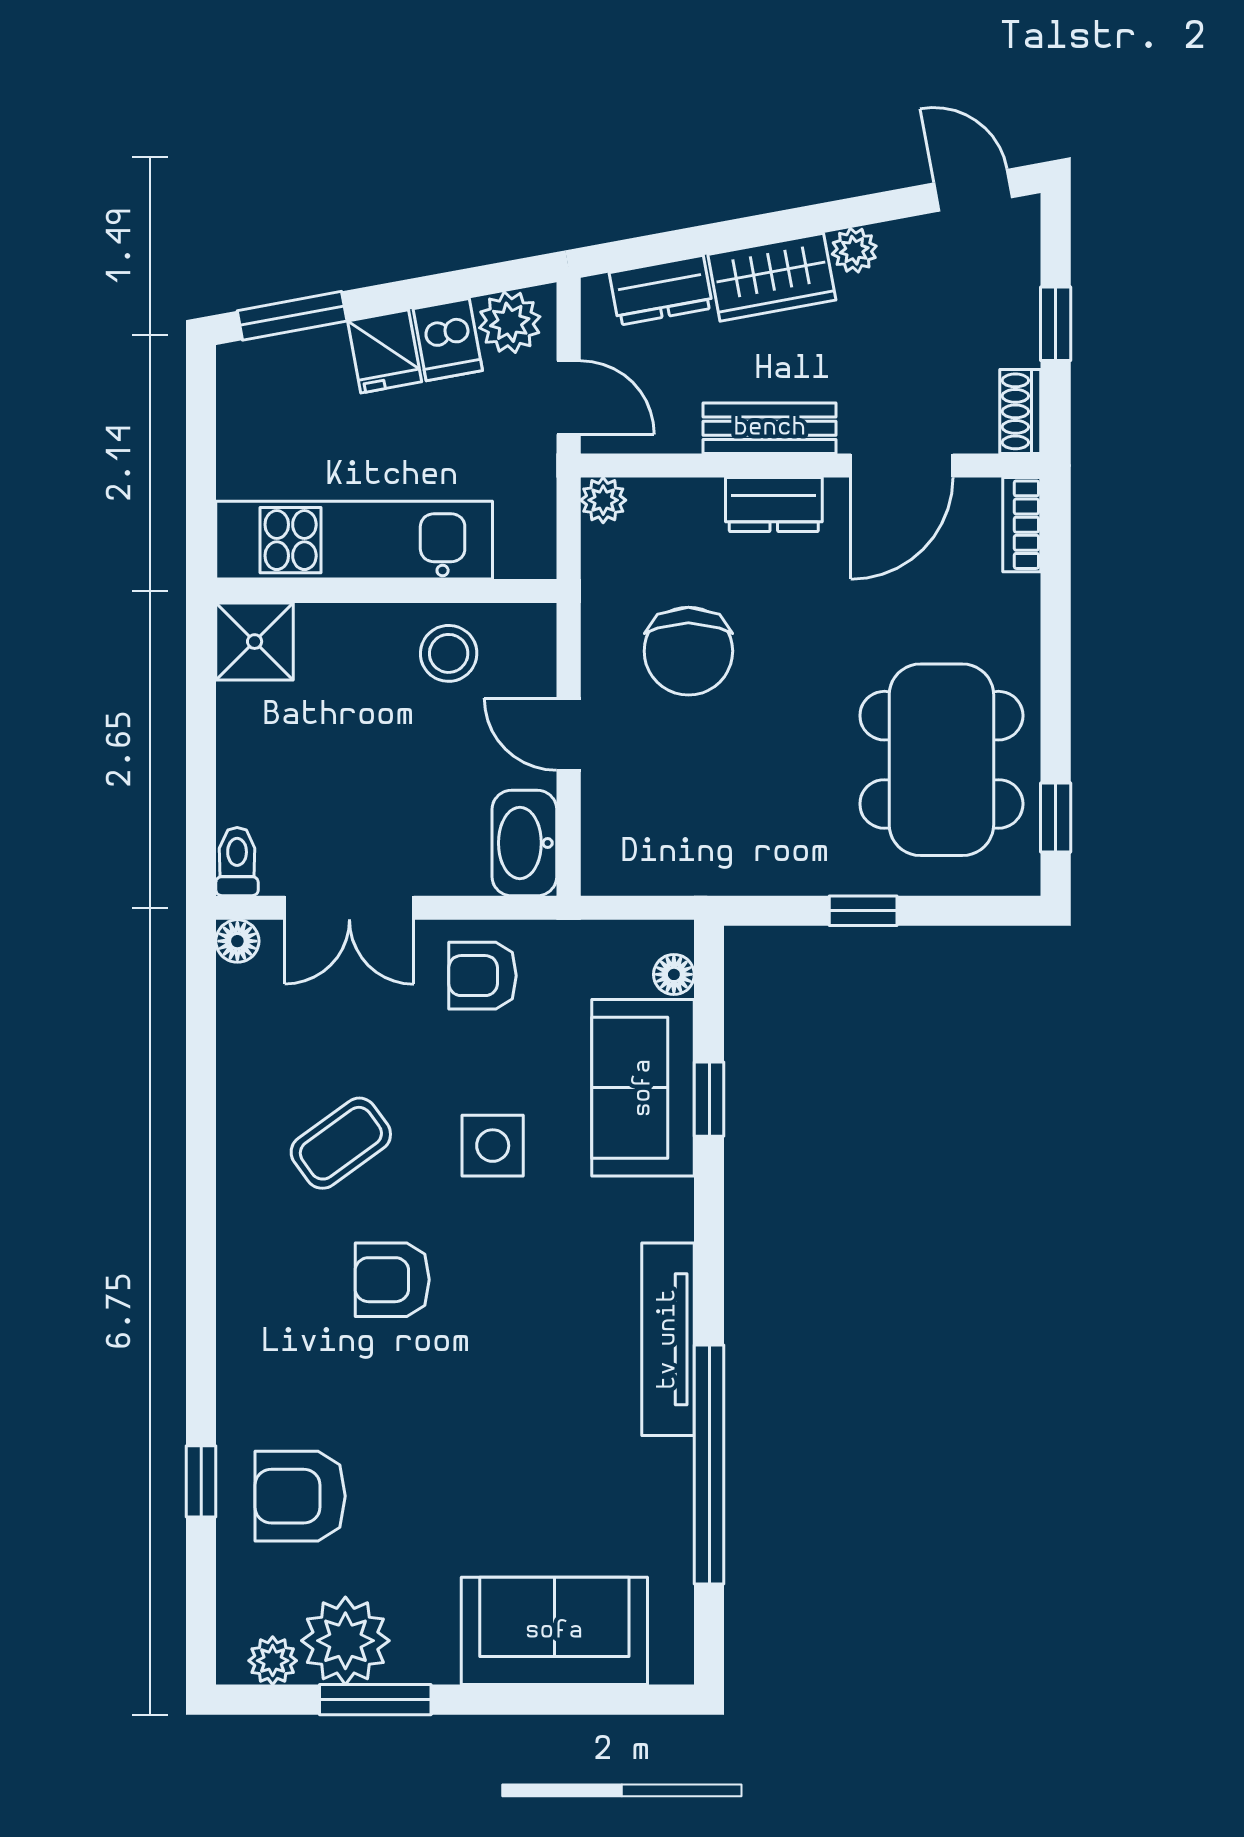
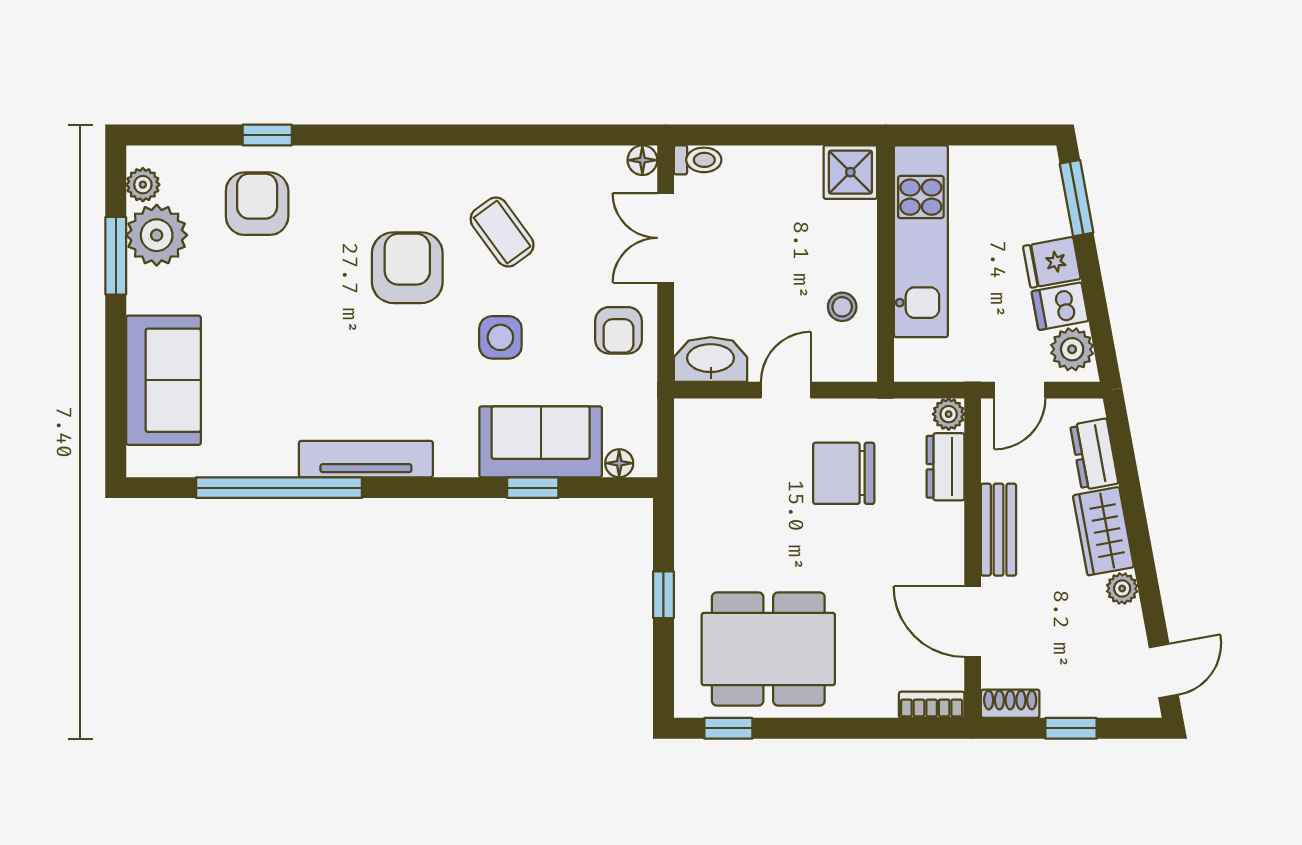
dresser: (774, 505) -> (945, 467), moved
stool: (449, 653) -> (842, 307), width x0.73, depth x0.73
armchair: (483, 976) -> (618, 330), turned 180
armchair: (392, 1280) -> (407, 268), width x1.38, depth x1.38

